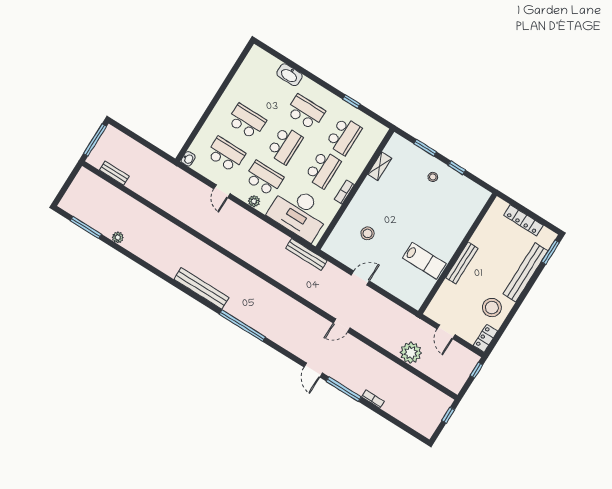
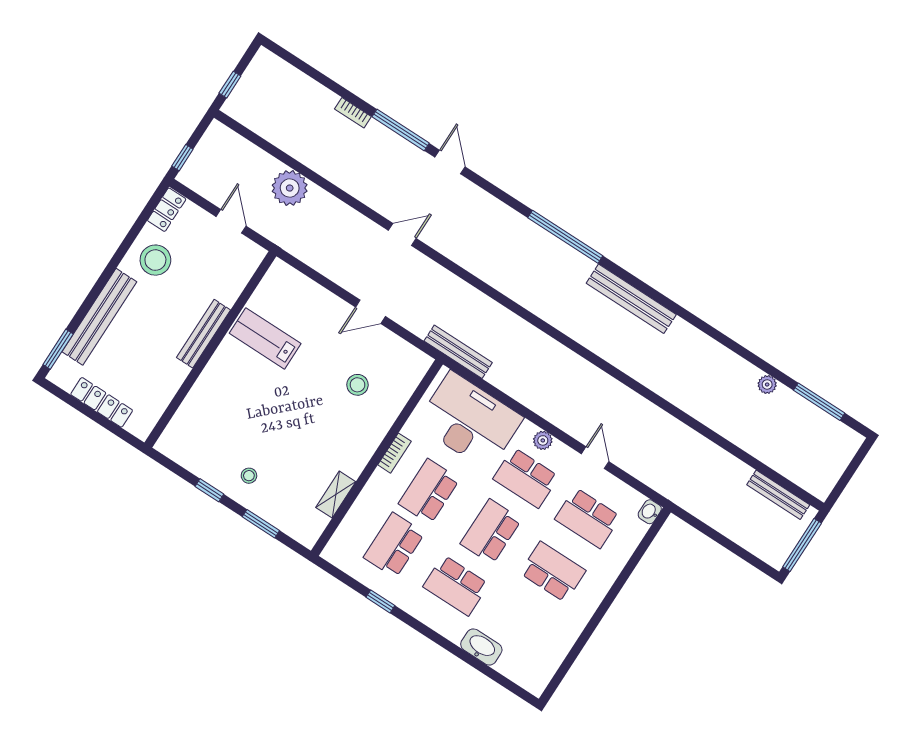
school desk: (247, 121) -> (553, 572), turned 180
bench: (114, 173) -> (778, 495), width x1.36

